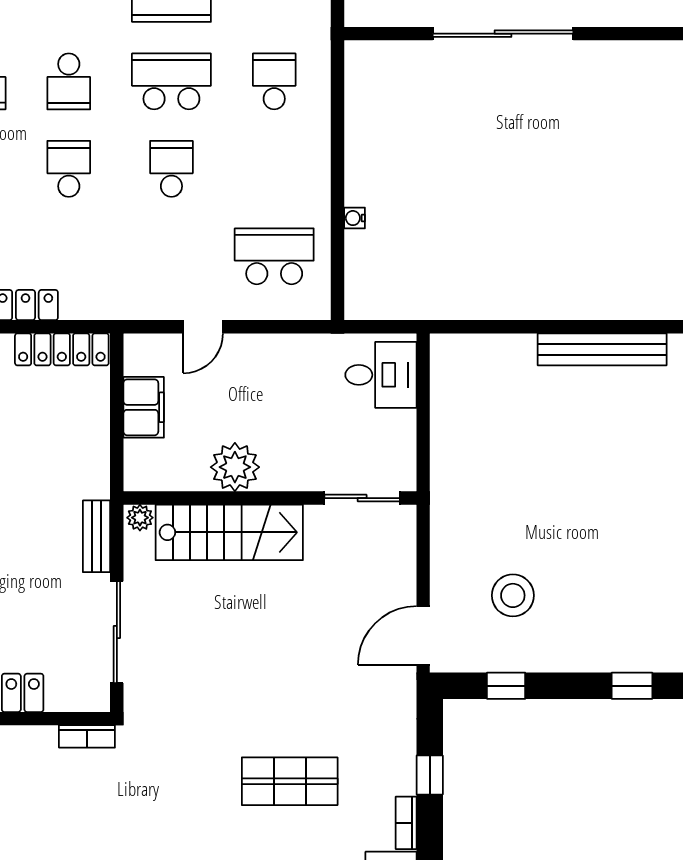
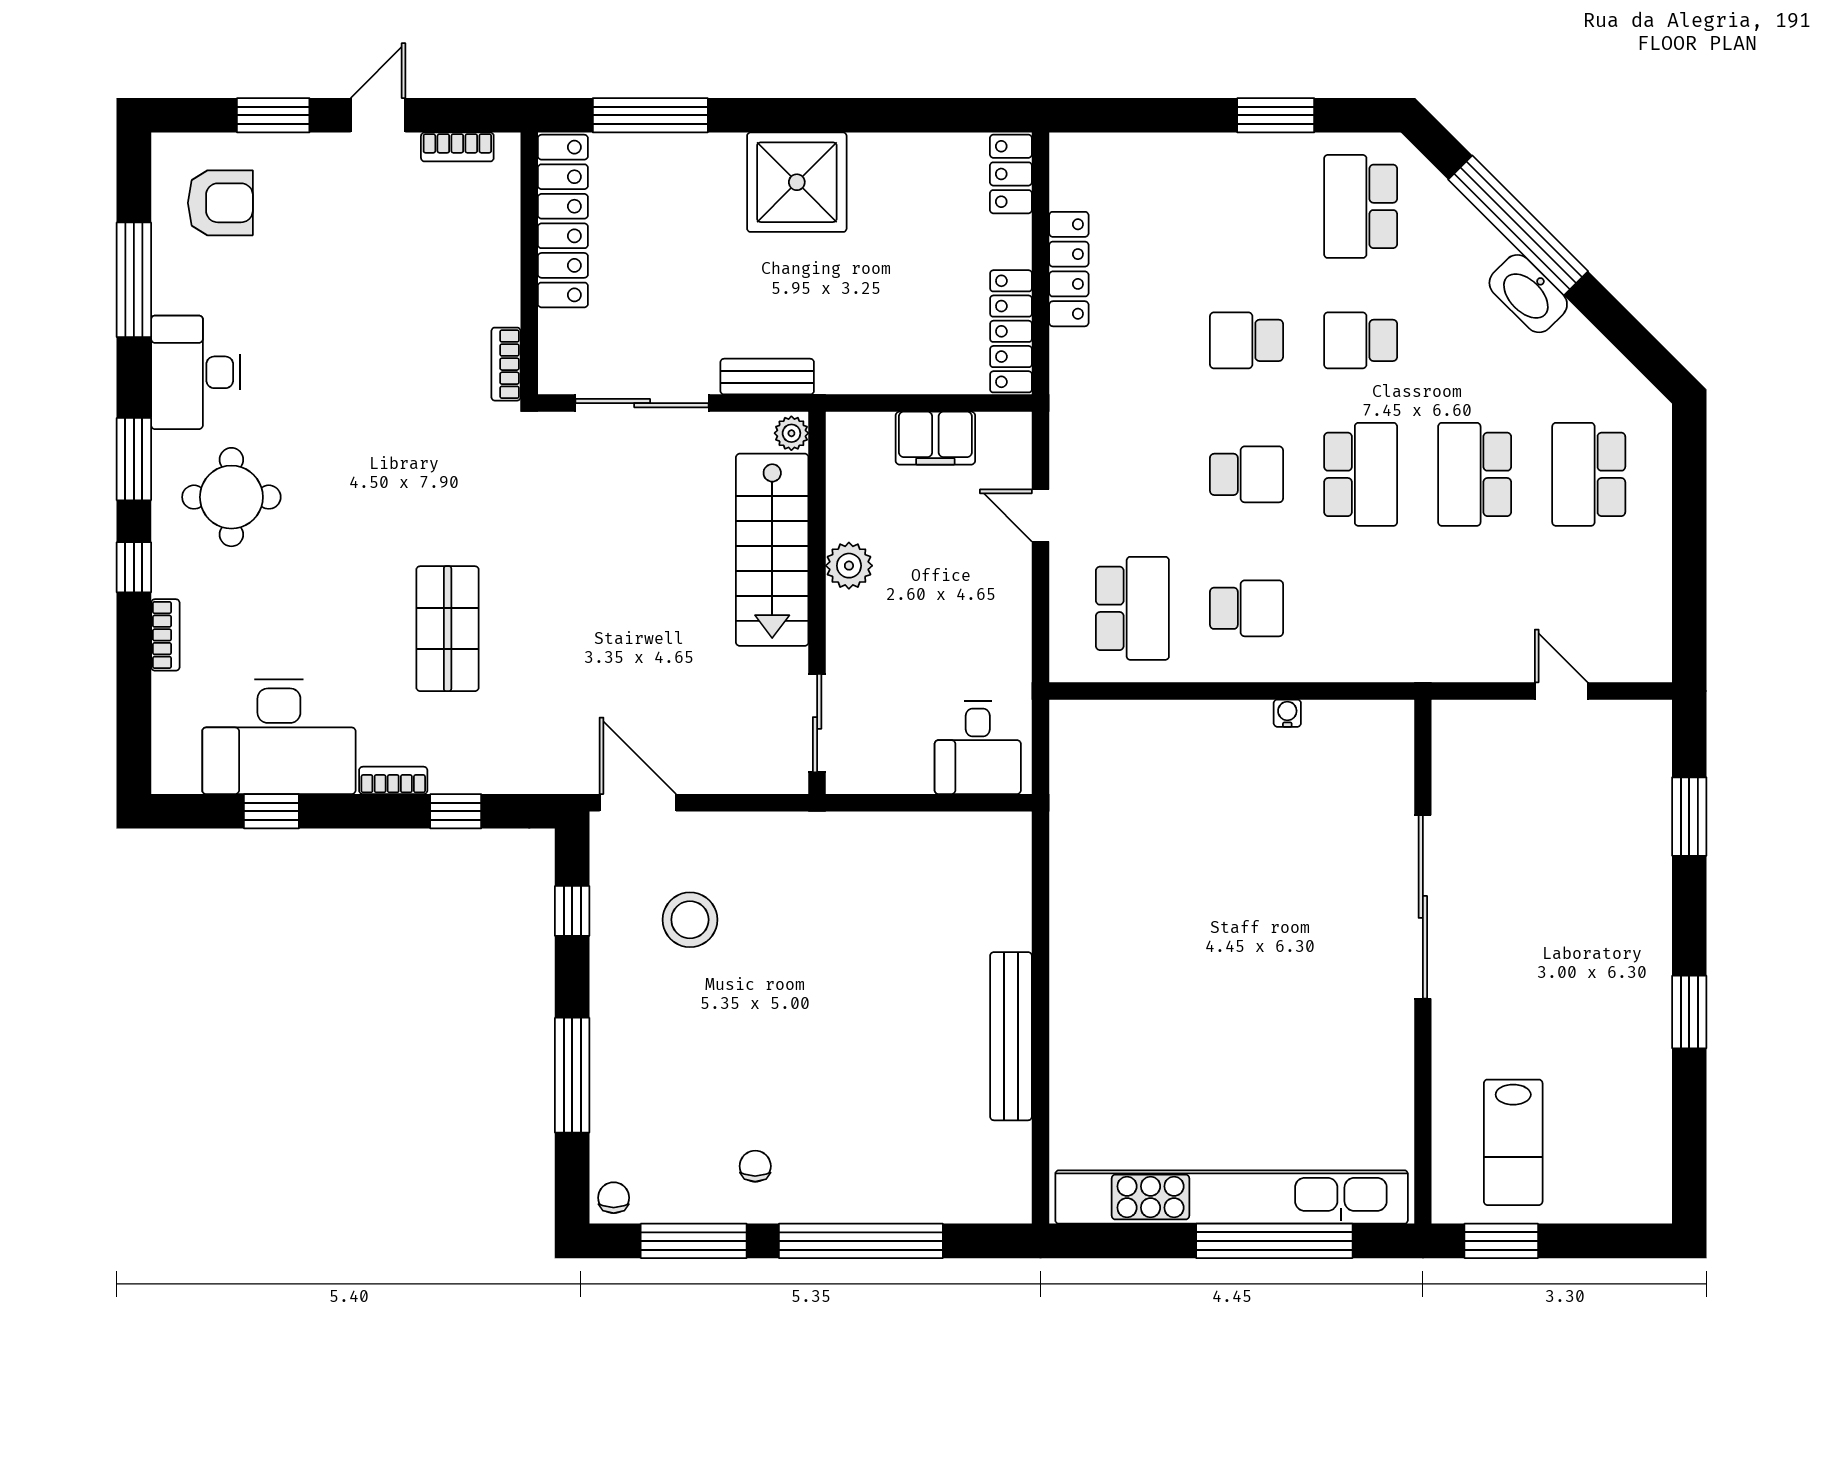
school desk: (274, 81) -> (1247, 608), moved
school desk: (69, 169) -> (1247, 340), turned 180
water cooler: (355, 218) -> (1287, 713), moved
plant: (235, 467) -> (849, 566), width x0.73, depth x0.73
window: (632, 686) -> (572, 1075), width x2.17

